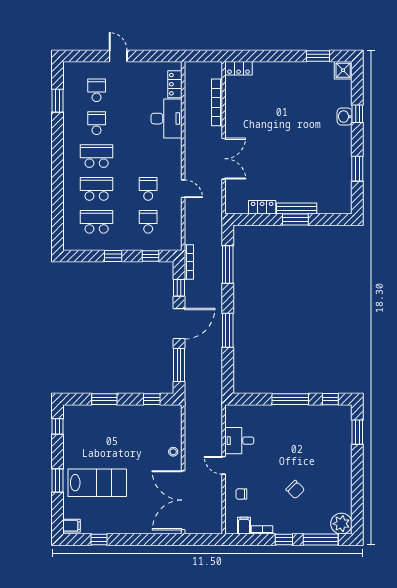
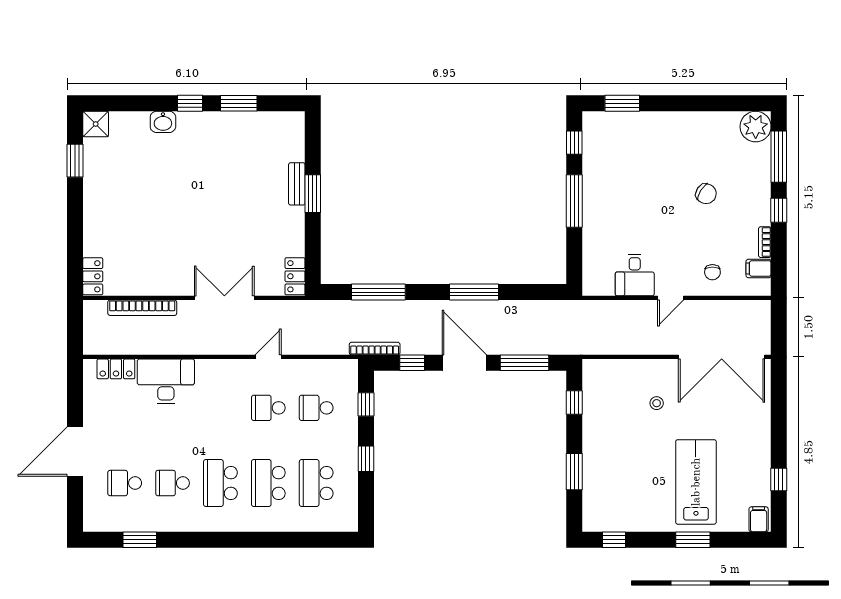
door: (118, 56) -> (75, 451), width x1.88
window: (357, 114) -> (190, 103), moved
locker: (262, 207) -> (295, 276), moved
bench: (297, 208) -> (297, 184), width x0.73
stool: (173, 452) -> (657, 403), moved
chair: (295, 490) -> (706, 194), turned 77

